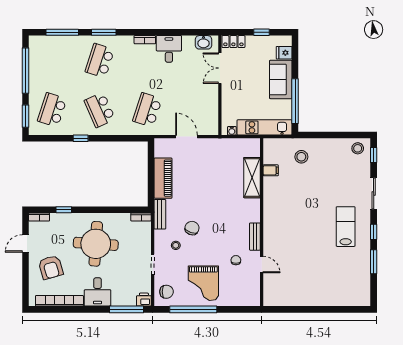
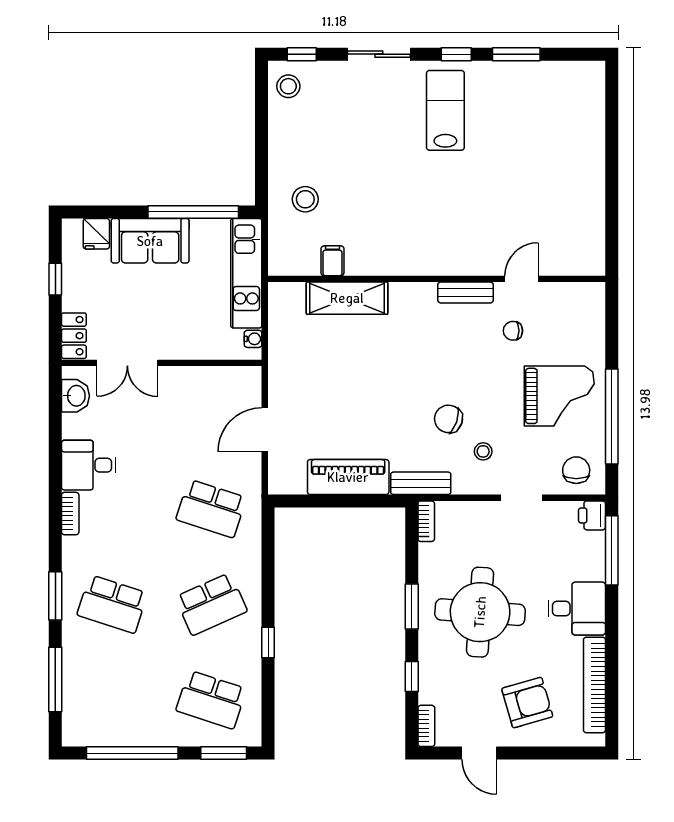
window: (98, 210) -> (412, 607), added
lab bench: (346, 227) -> (445, 110), turned 90

